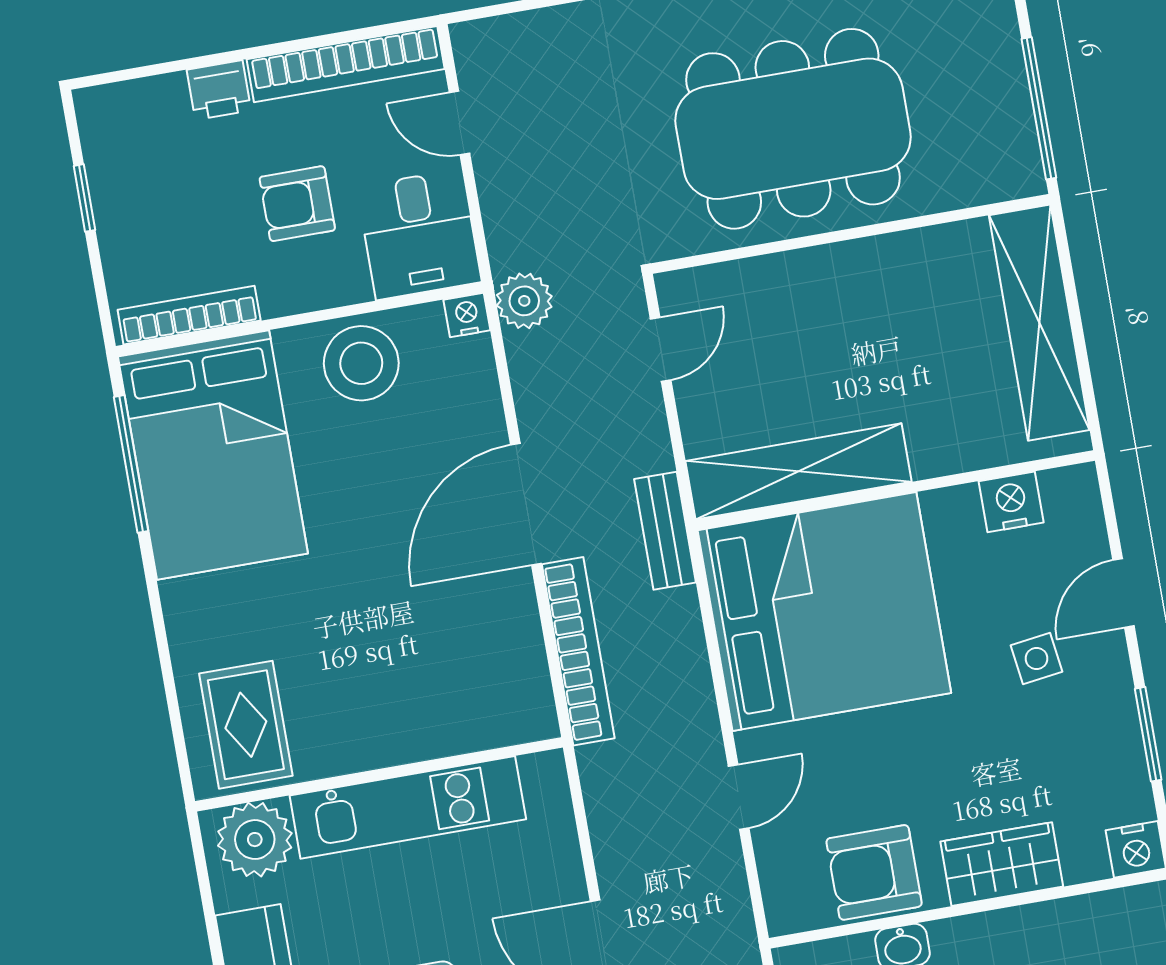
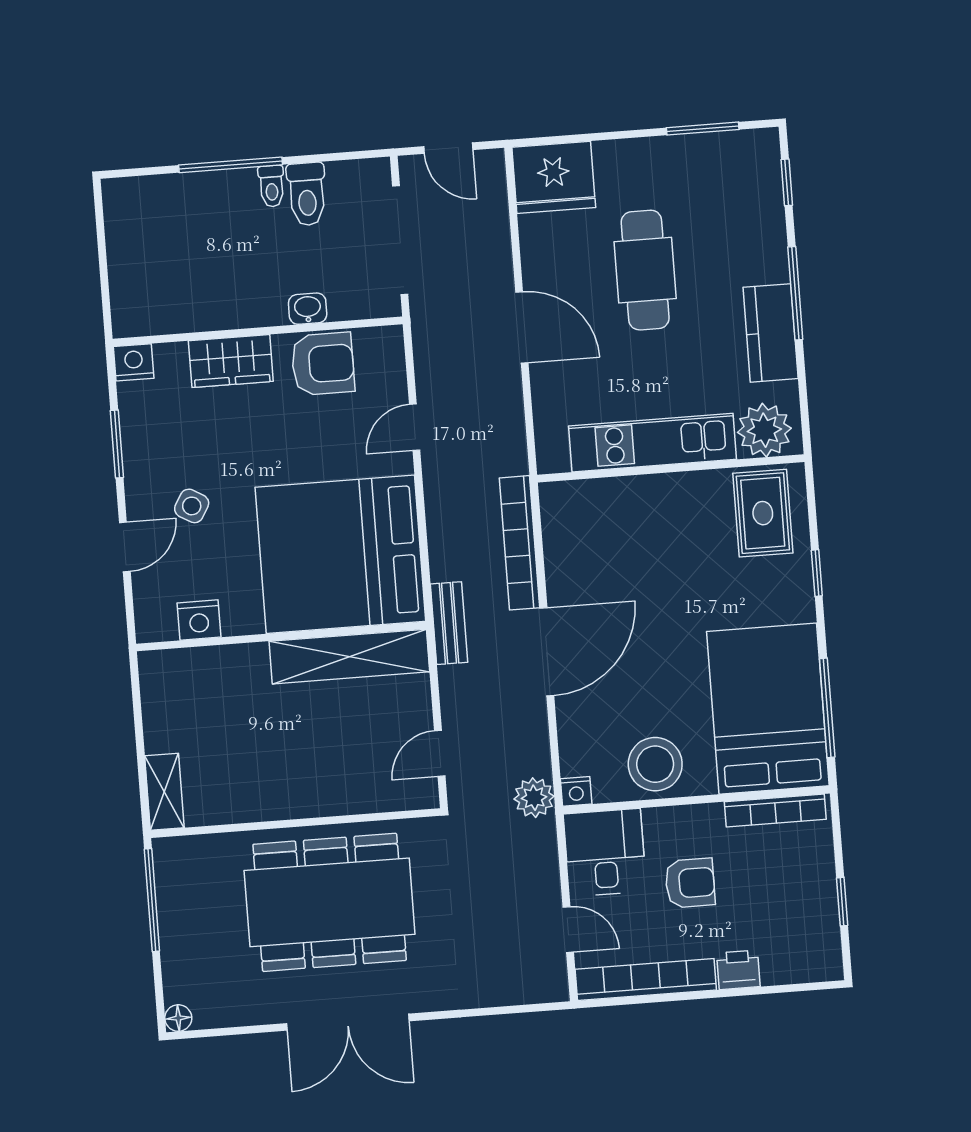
shelving: (1039, 323) -> (164, 792), width x0.45, depth x0.75
window: (163, 649) -> (817, 573), added
side table: (1037, 659) -> (192, 506), turned 38

